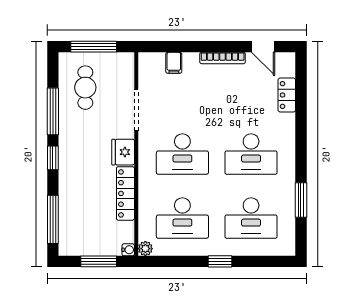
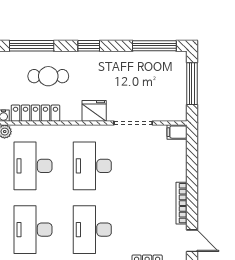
door: (263, 47) -> (192, 241), swing flipped
filing cabinet: (174, 63) -> (177, 132), moved
cafe table: (85, 88) -> (48, 76), moved
window: (53, 111) -> (154, 46), moved
locker: (125, 193) -> (35, 113), moved

